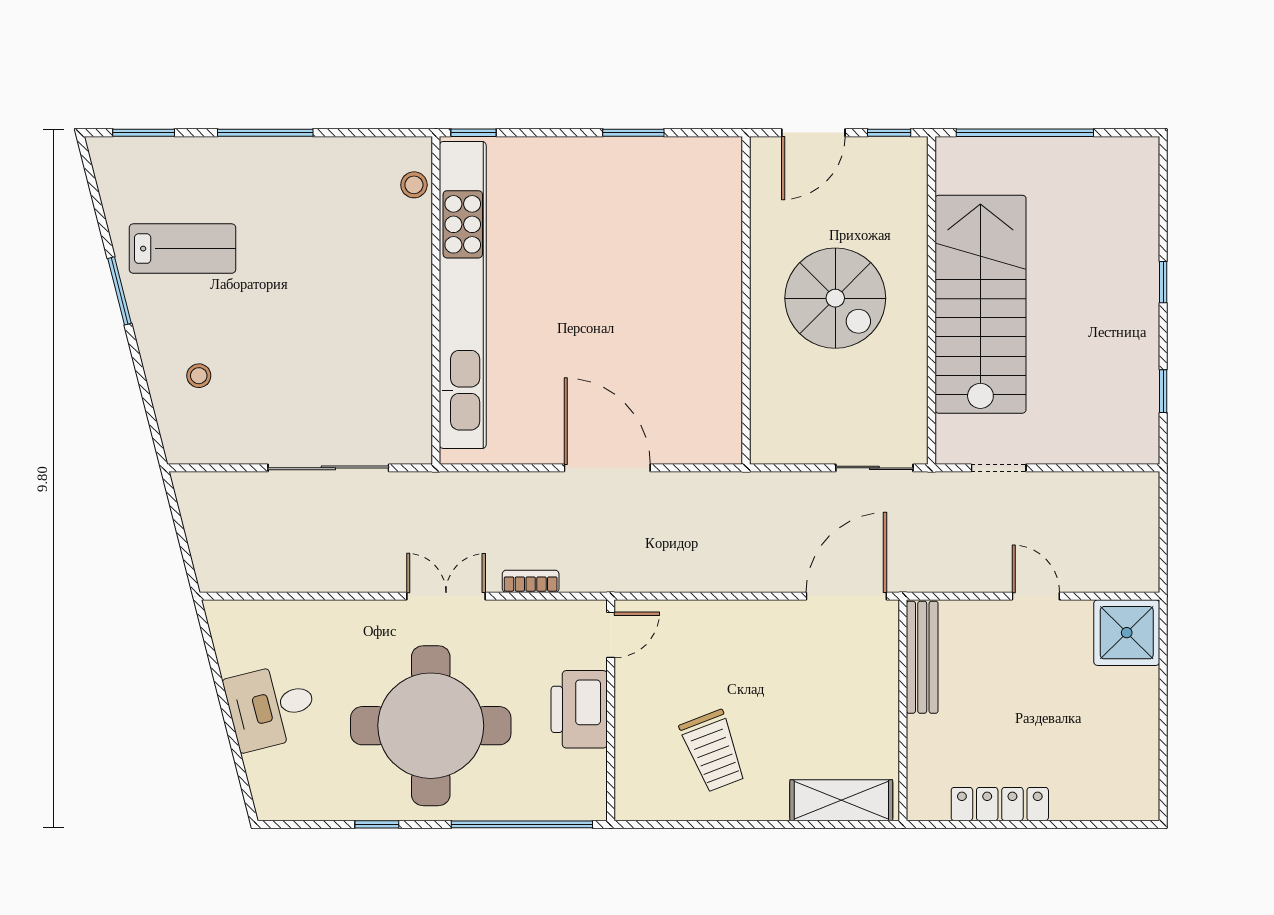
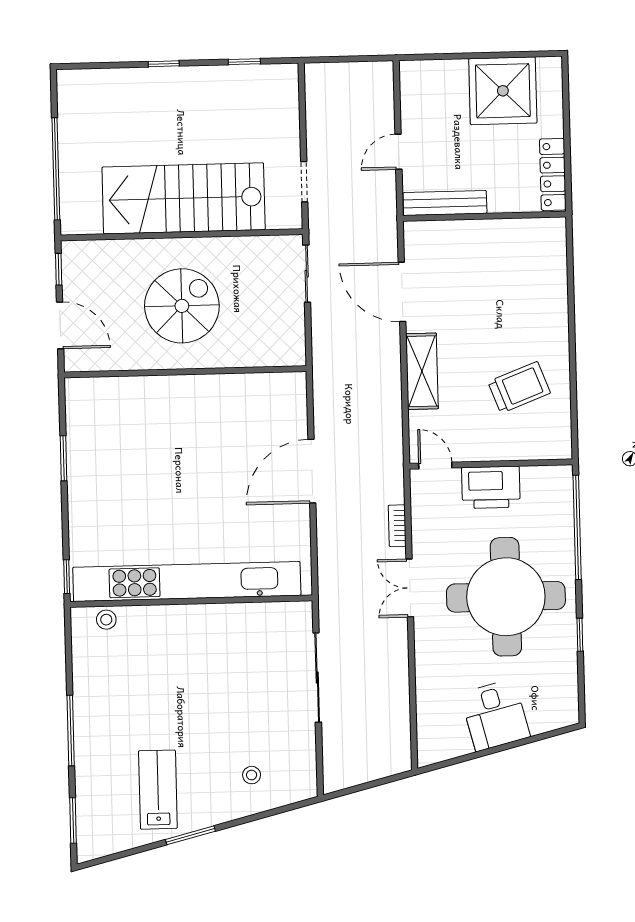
shower: (1127, 633) -> (503, 91), moved, width x1.37, depth x1.37
bench: (922, 657) -> (445, 203), moved
wall: (903, 710) -> (485, 216), moved
shelving: (841, 800) -> (422, 371), moved

